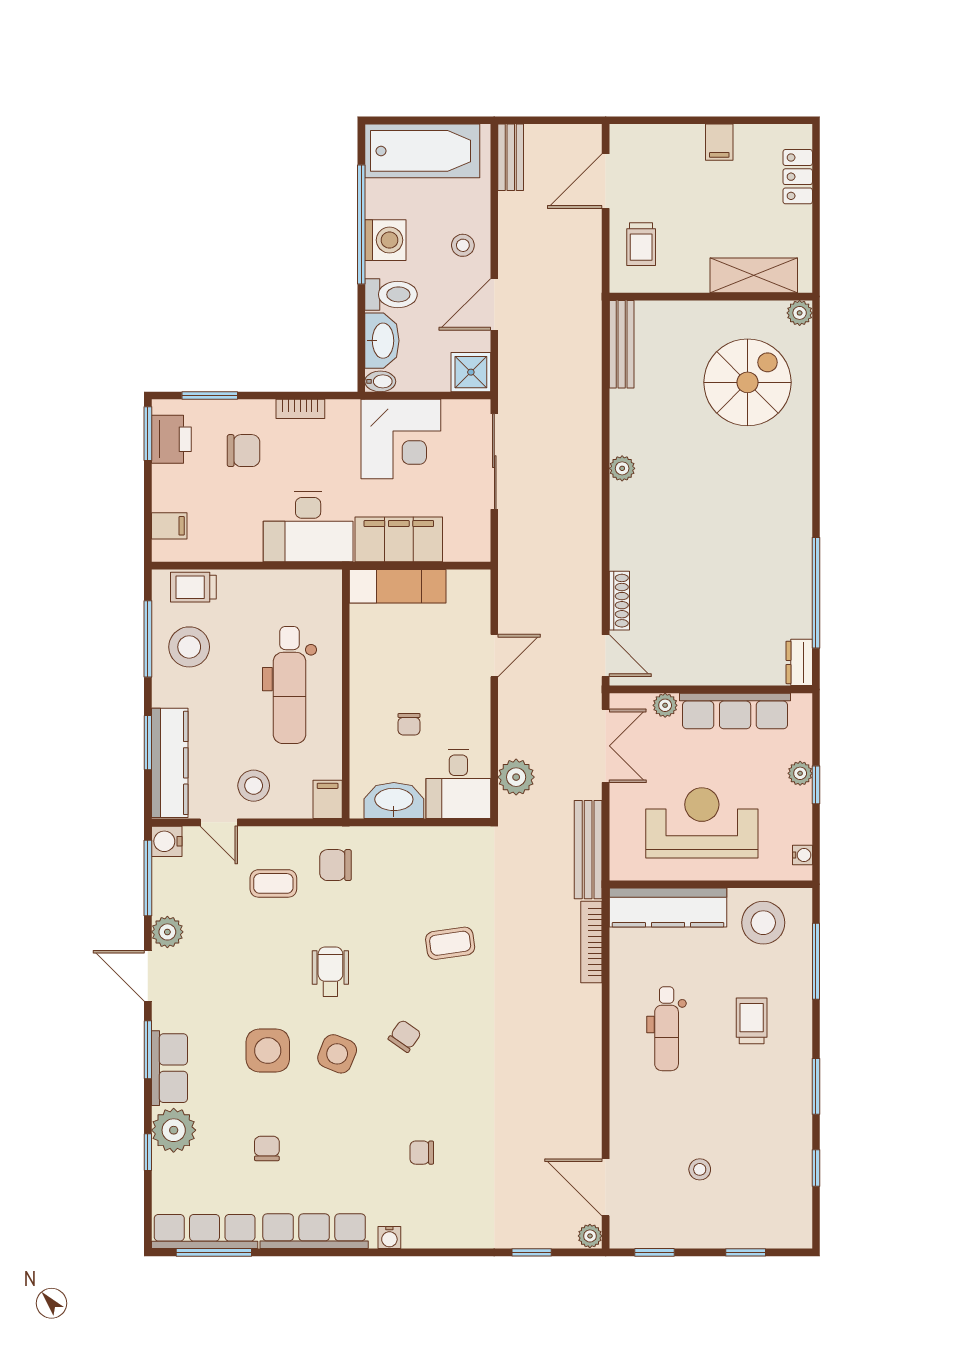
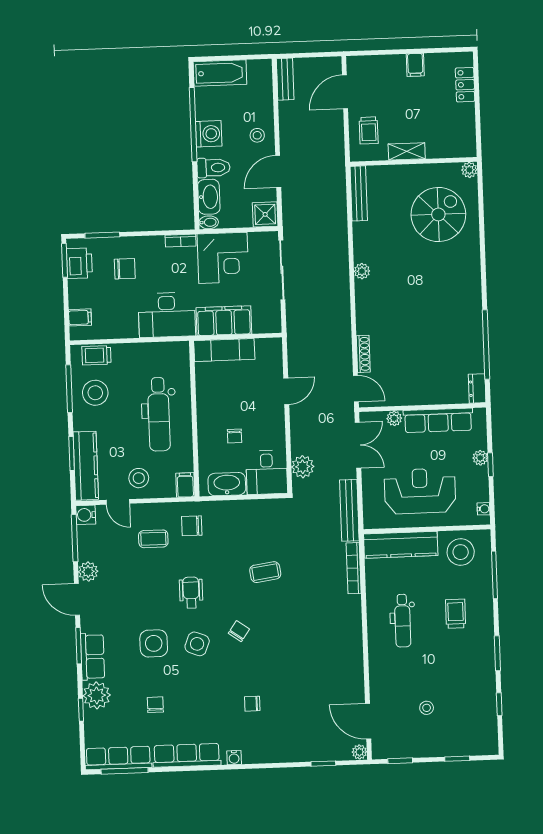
bathtub: (422, 151) -> (220, 73), width x0.73, depth x0.73
shelving: (754, 275) -> (407, 151), moved, width x0.67, depth x0.75
bookcase: (300, 409) -> (181, 241), moved

